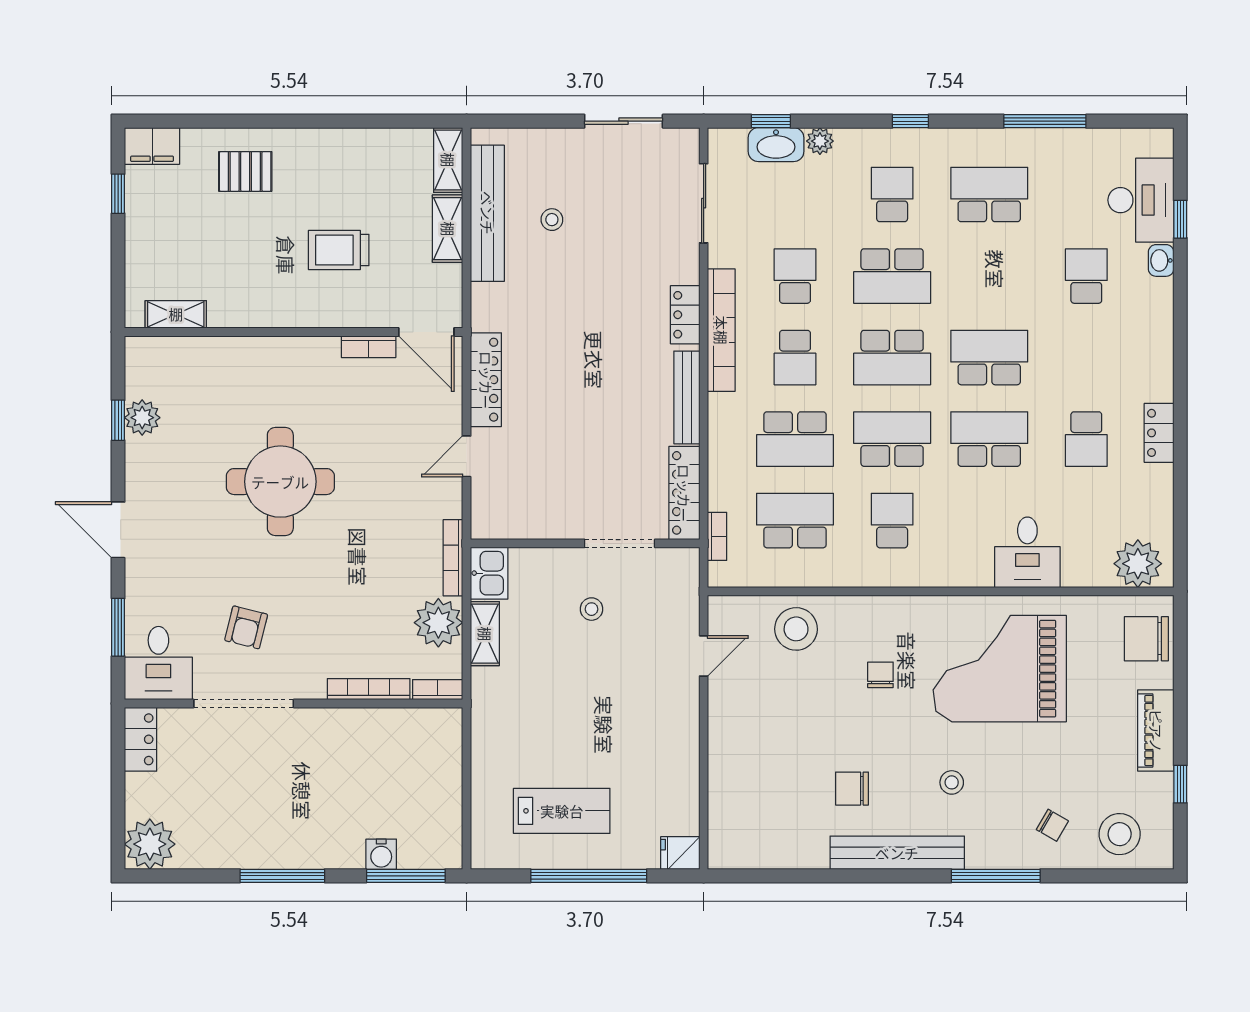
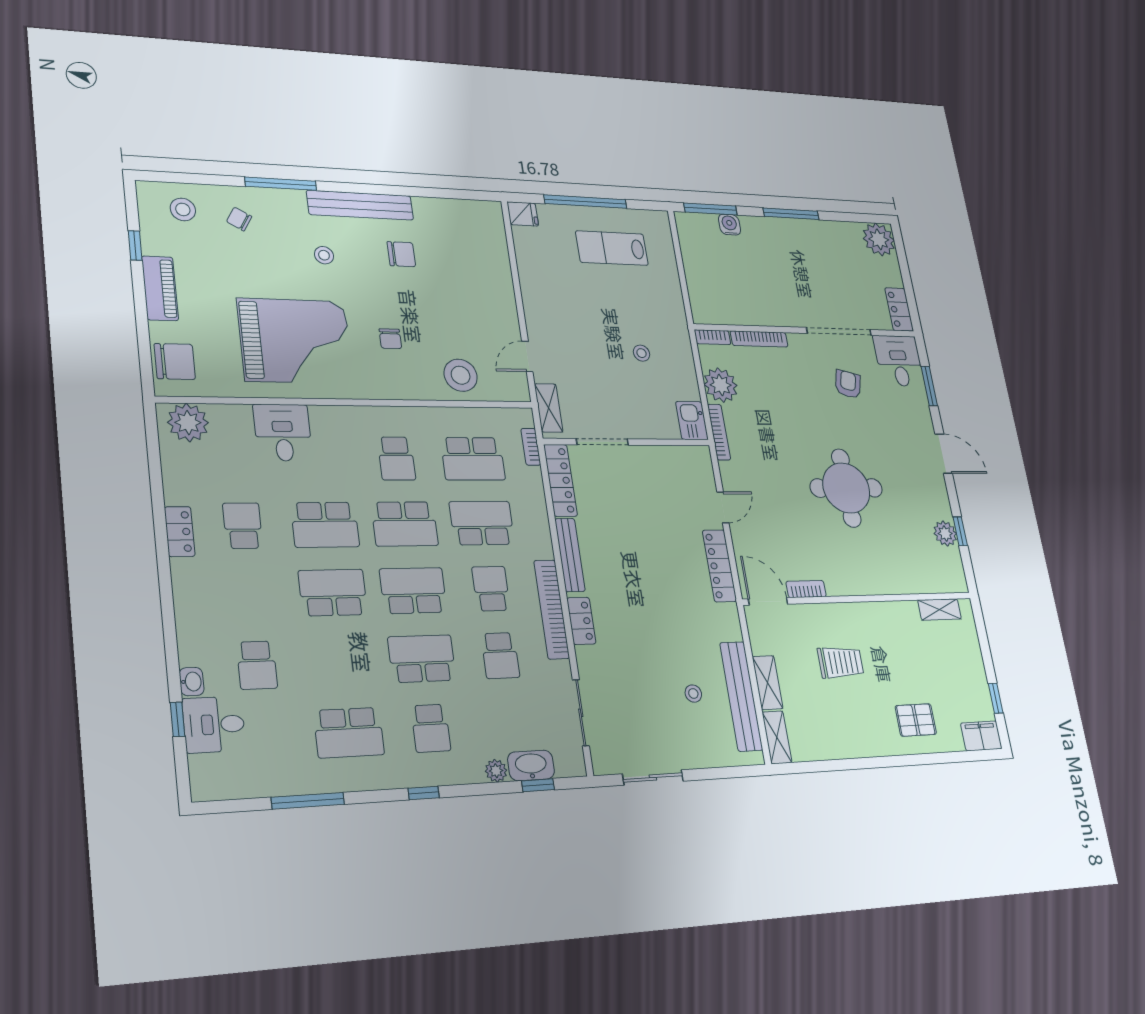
desk: (1141, 200) -> (214, 724), width x0.73
school desk: (989, 358) -> (333, 593), turned 180
stool: (592, 609) -> (642, 353), moved
shelving: (485, 634) -> (549, 408), moved
stool: (1120, 834) -> (183, 209), width x0.73, depth x0.73

